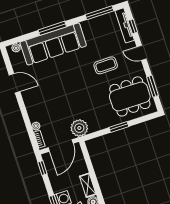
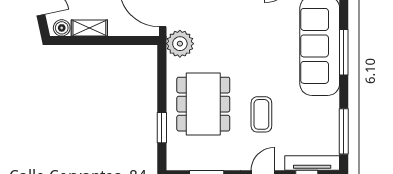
dining table: (130, 96) -> (203, 104), moved
window: (119, 127) -> (162, 128), moved

